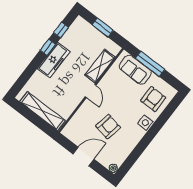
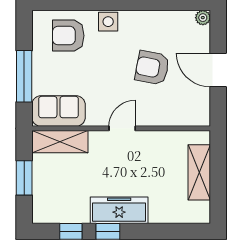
shelving: (100, 66) -> (60, 142), moved
sofa: (135, 70) -> (58, 111), moved, turned -90
shelving: (43, 111) -> (199, 172), width x0.68

